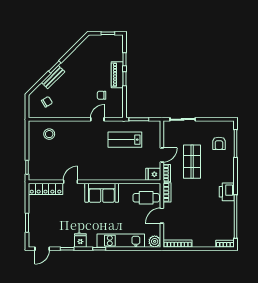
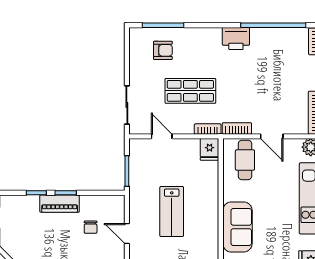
lab bench: (125, 140) -> (172, 211), moved
door: (162, 155) -> (162, 136), moved

